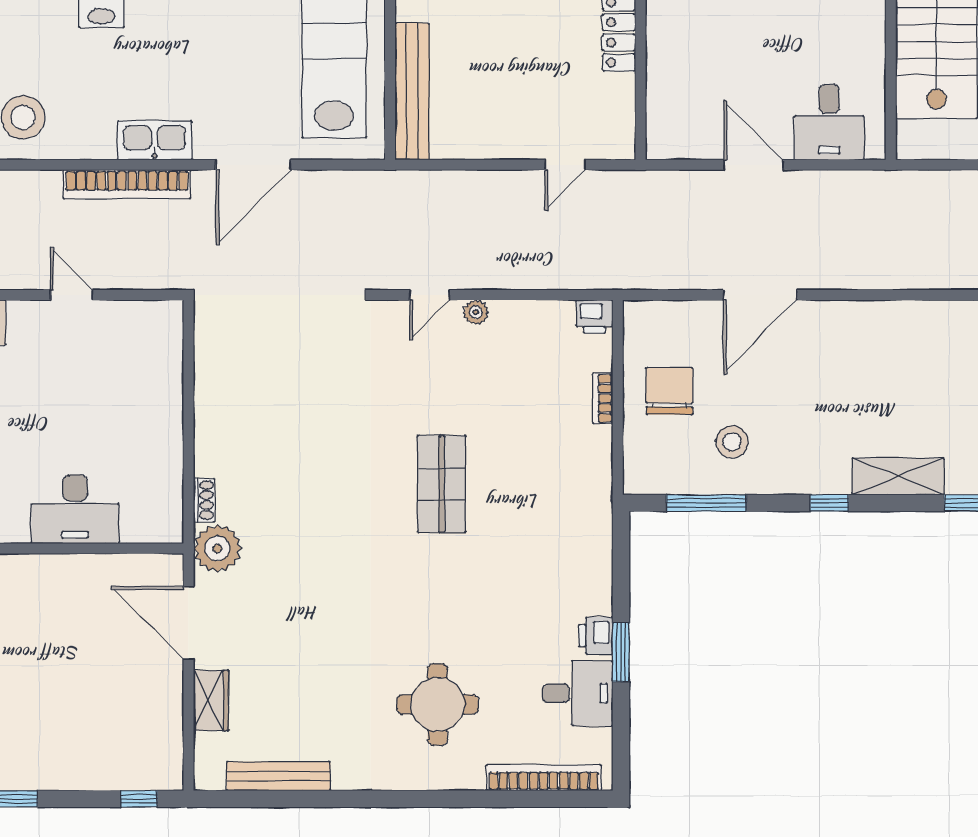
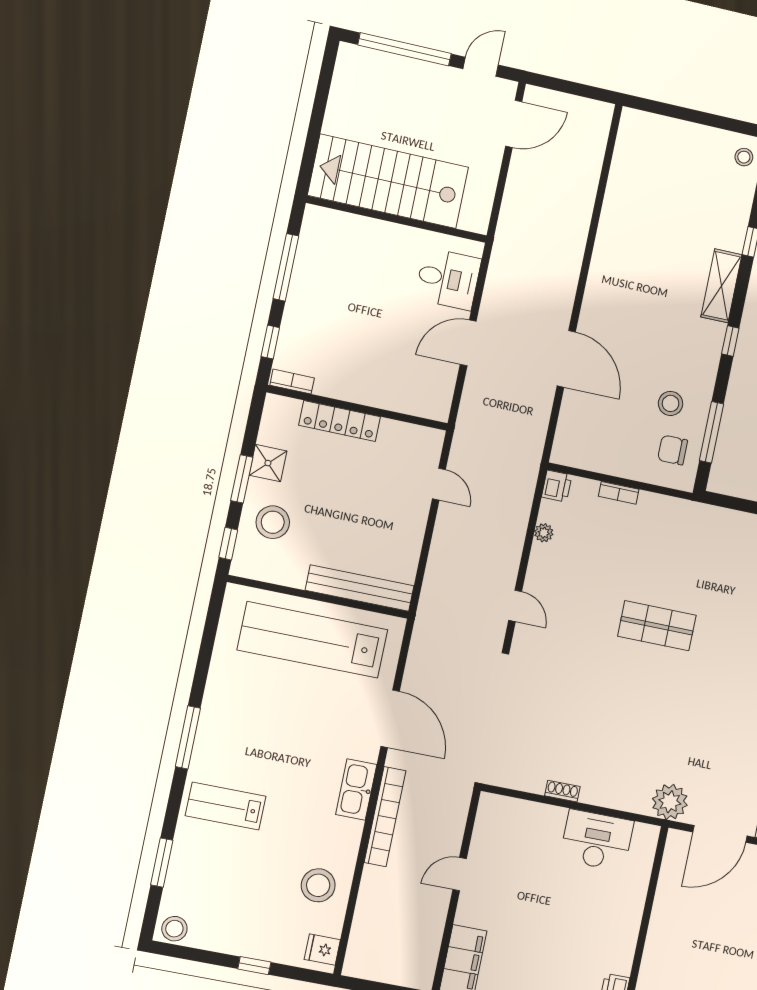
plant: (476, 312) -> (544, 533), moved
chair: (669, 391) -> (673, 450), moved, width x0.73, depth x0.73
shoe rack: (204, 500) -> (562, 791), moved
desk: (75, 509) -> (597, 840), moved, turned -90

